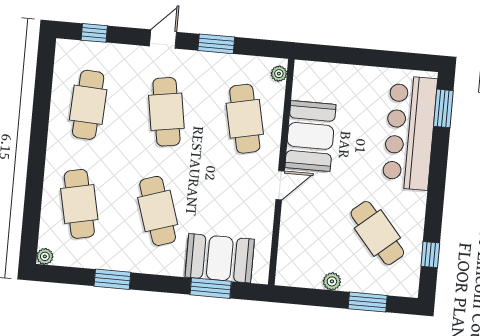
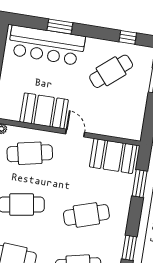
window: (443, 108) -> (60, 27), moved
booth: (220, 258) -> (113, 156), moved, turned 90
plant: (332, 281) -> (141, 103), removed

